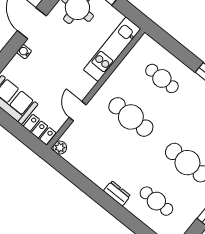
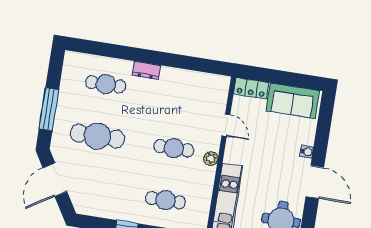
cafe table: (131, 117) -> (174, 148), width x0.73, depth x0.74
plant: (60, 148) -> (211, 159), moved

